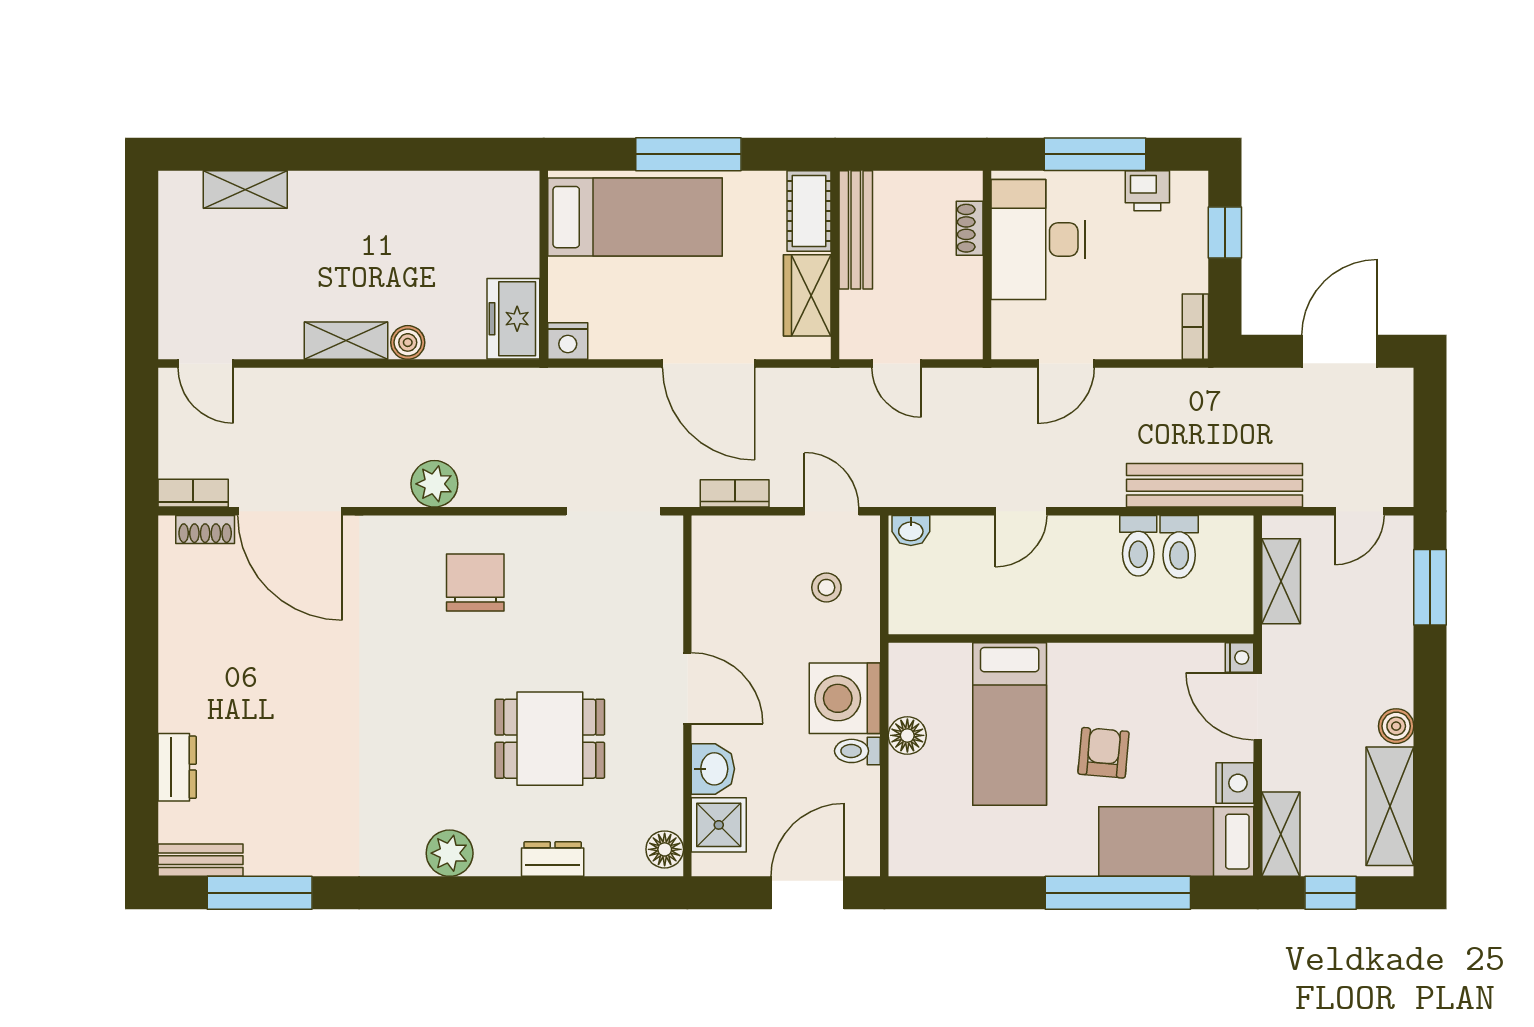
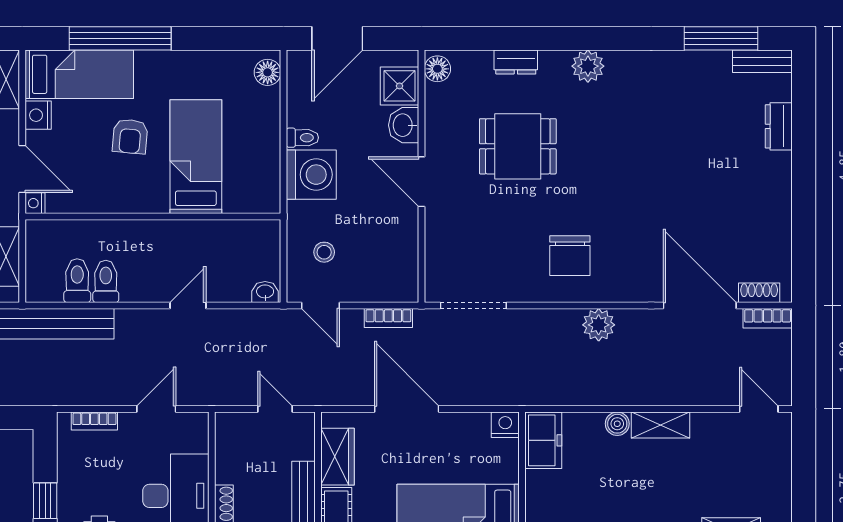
bookcase: (1195, 327) -> (94, 421), moved, turned 90
floor lamp: (907, 735) -> (268, 72), moved

